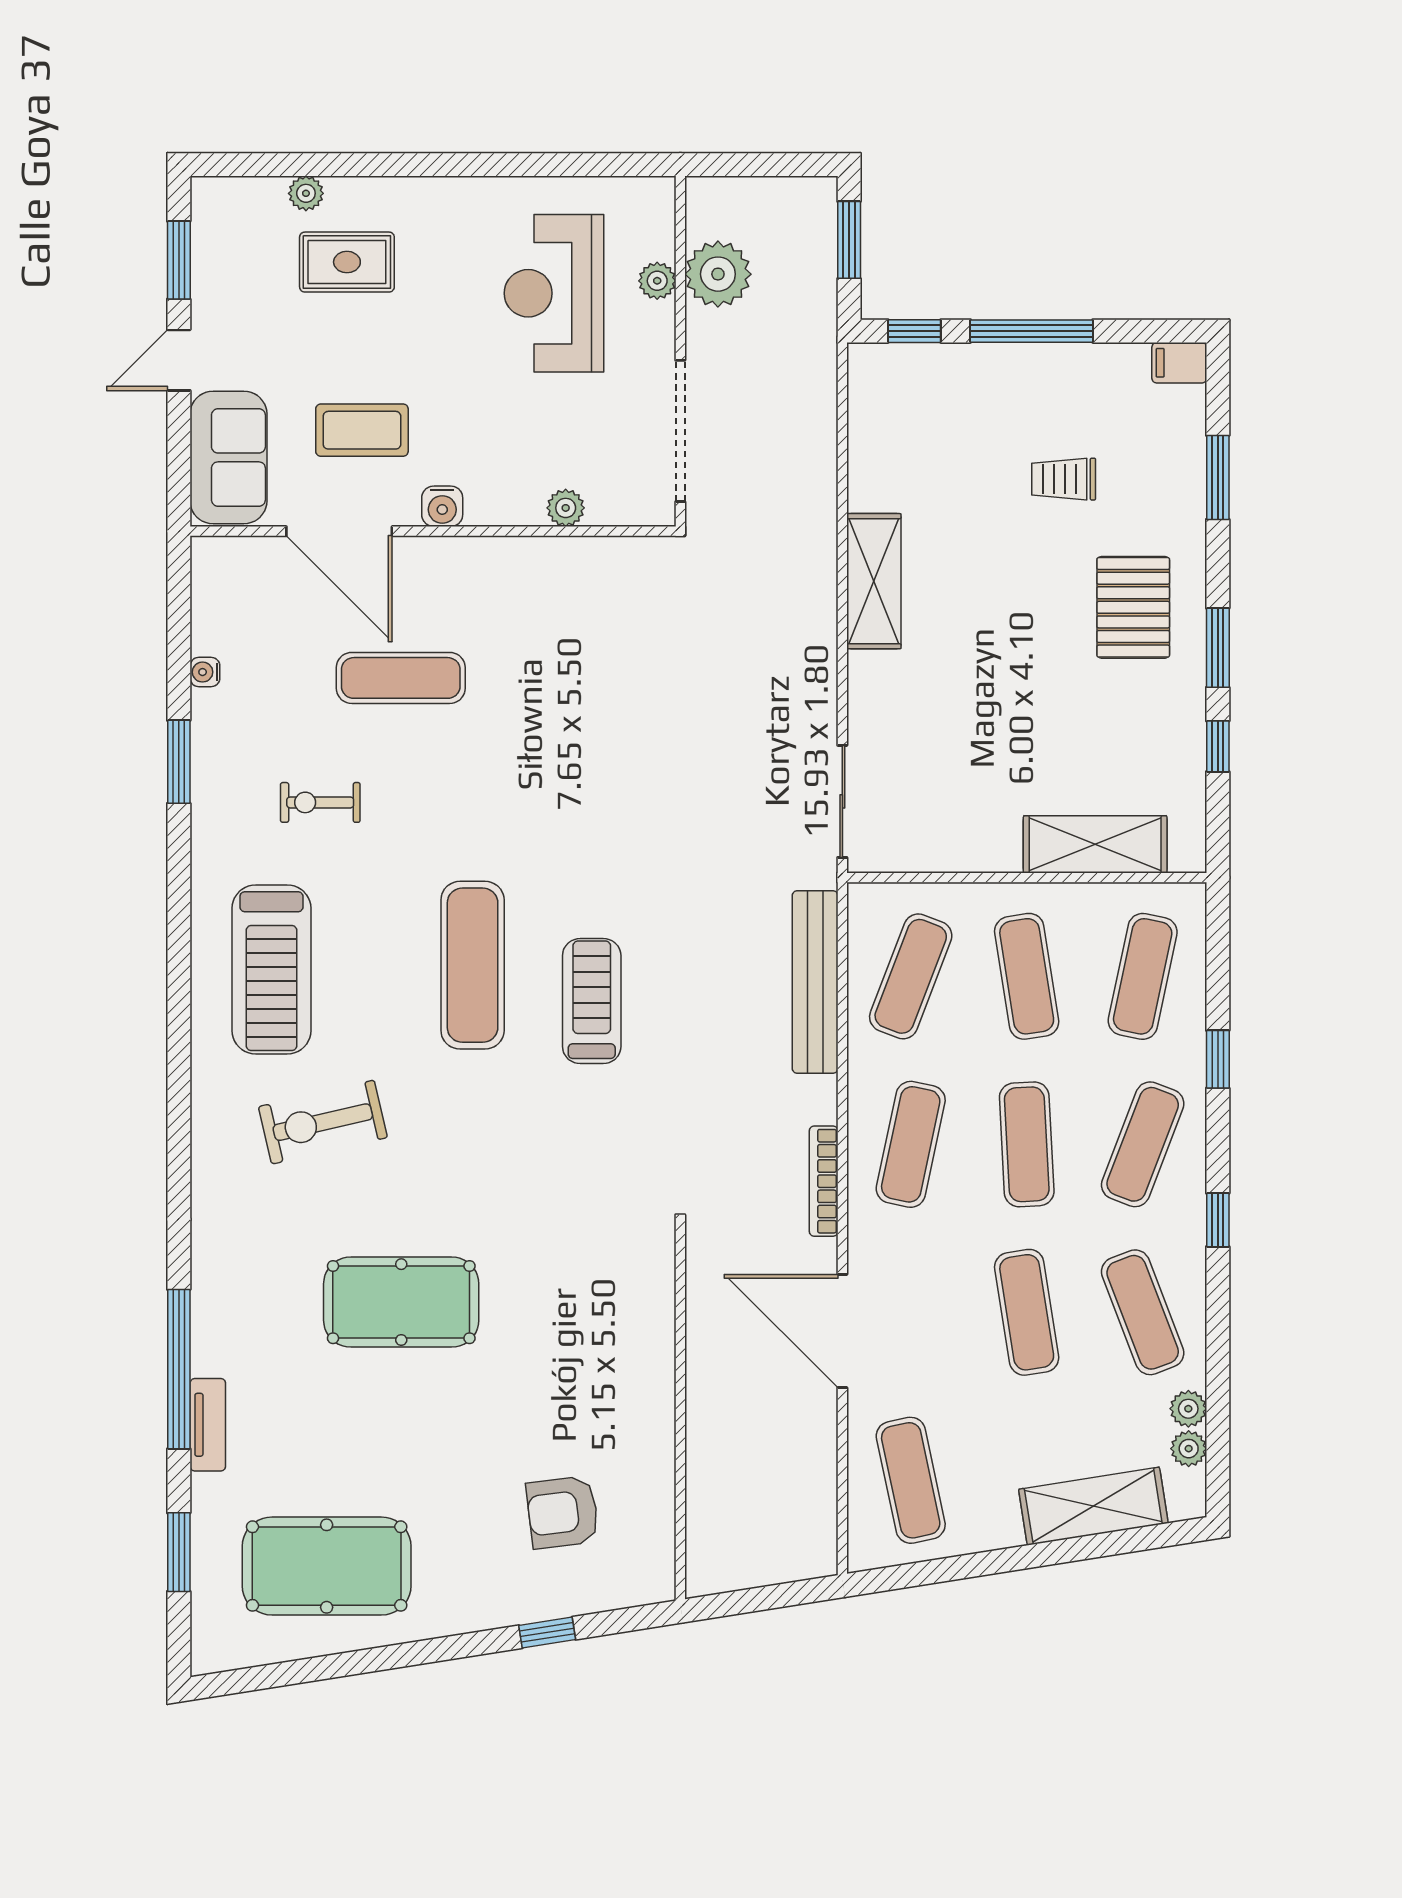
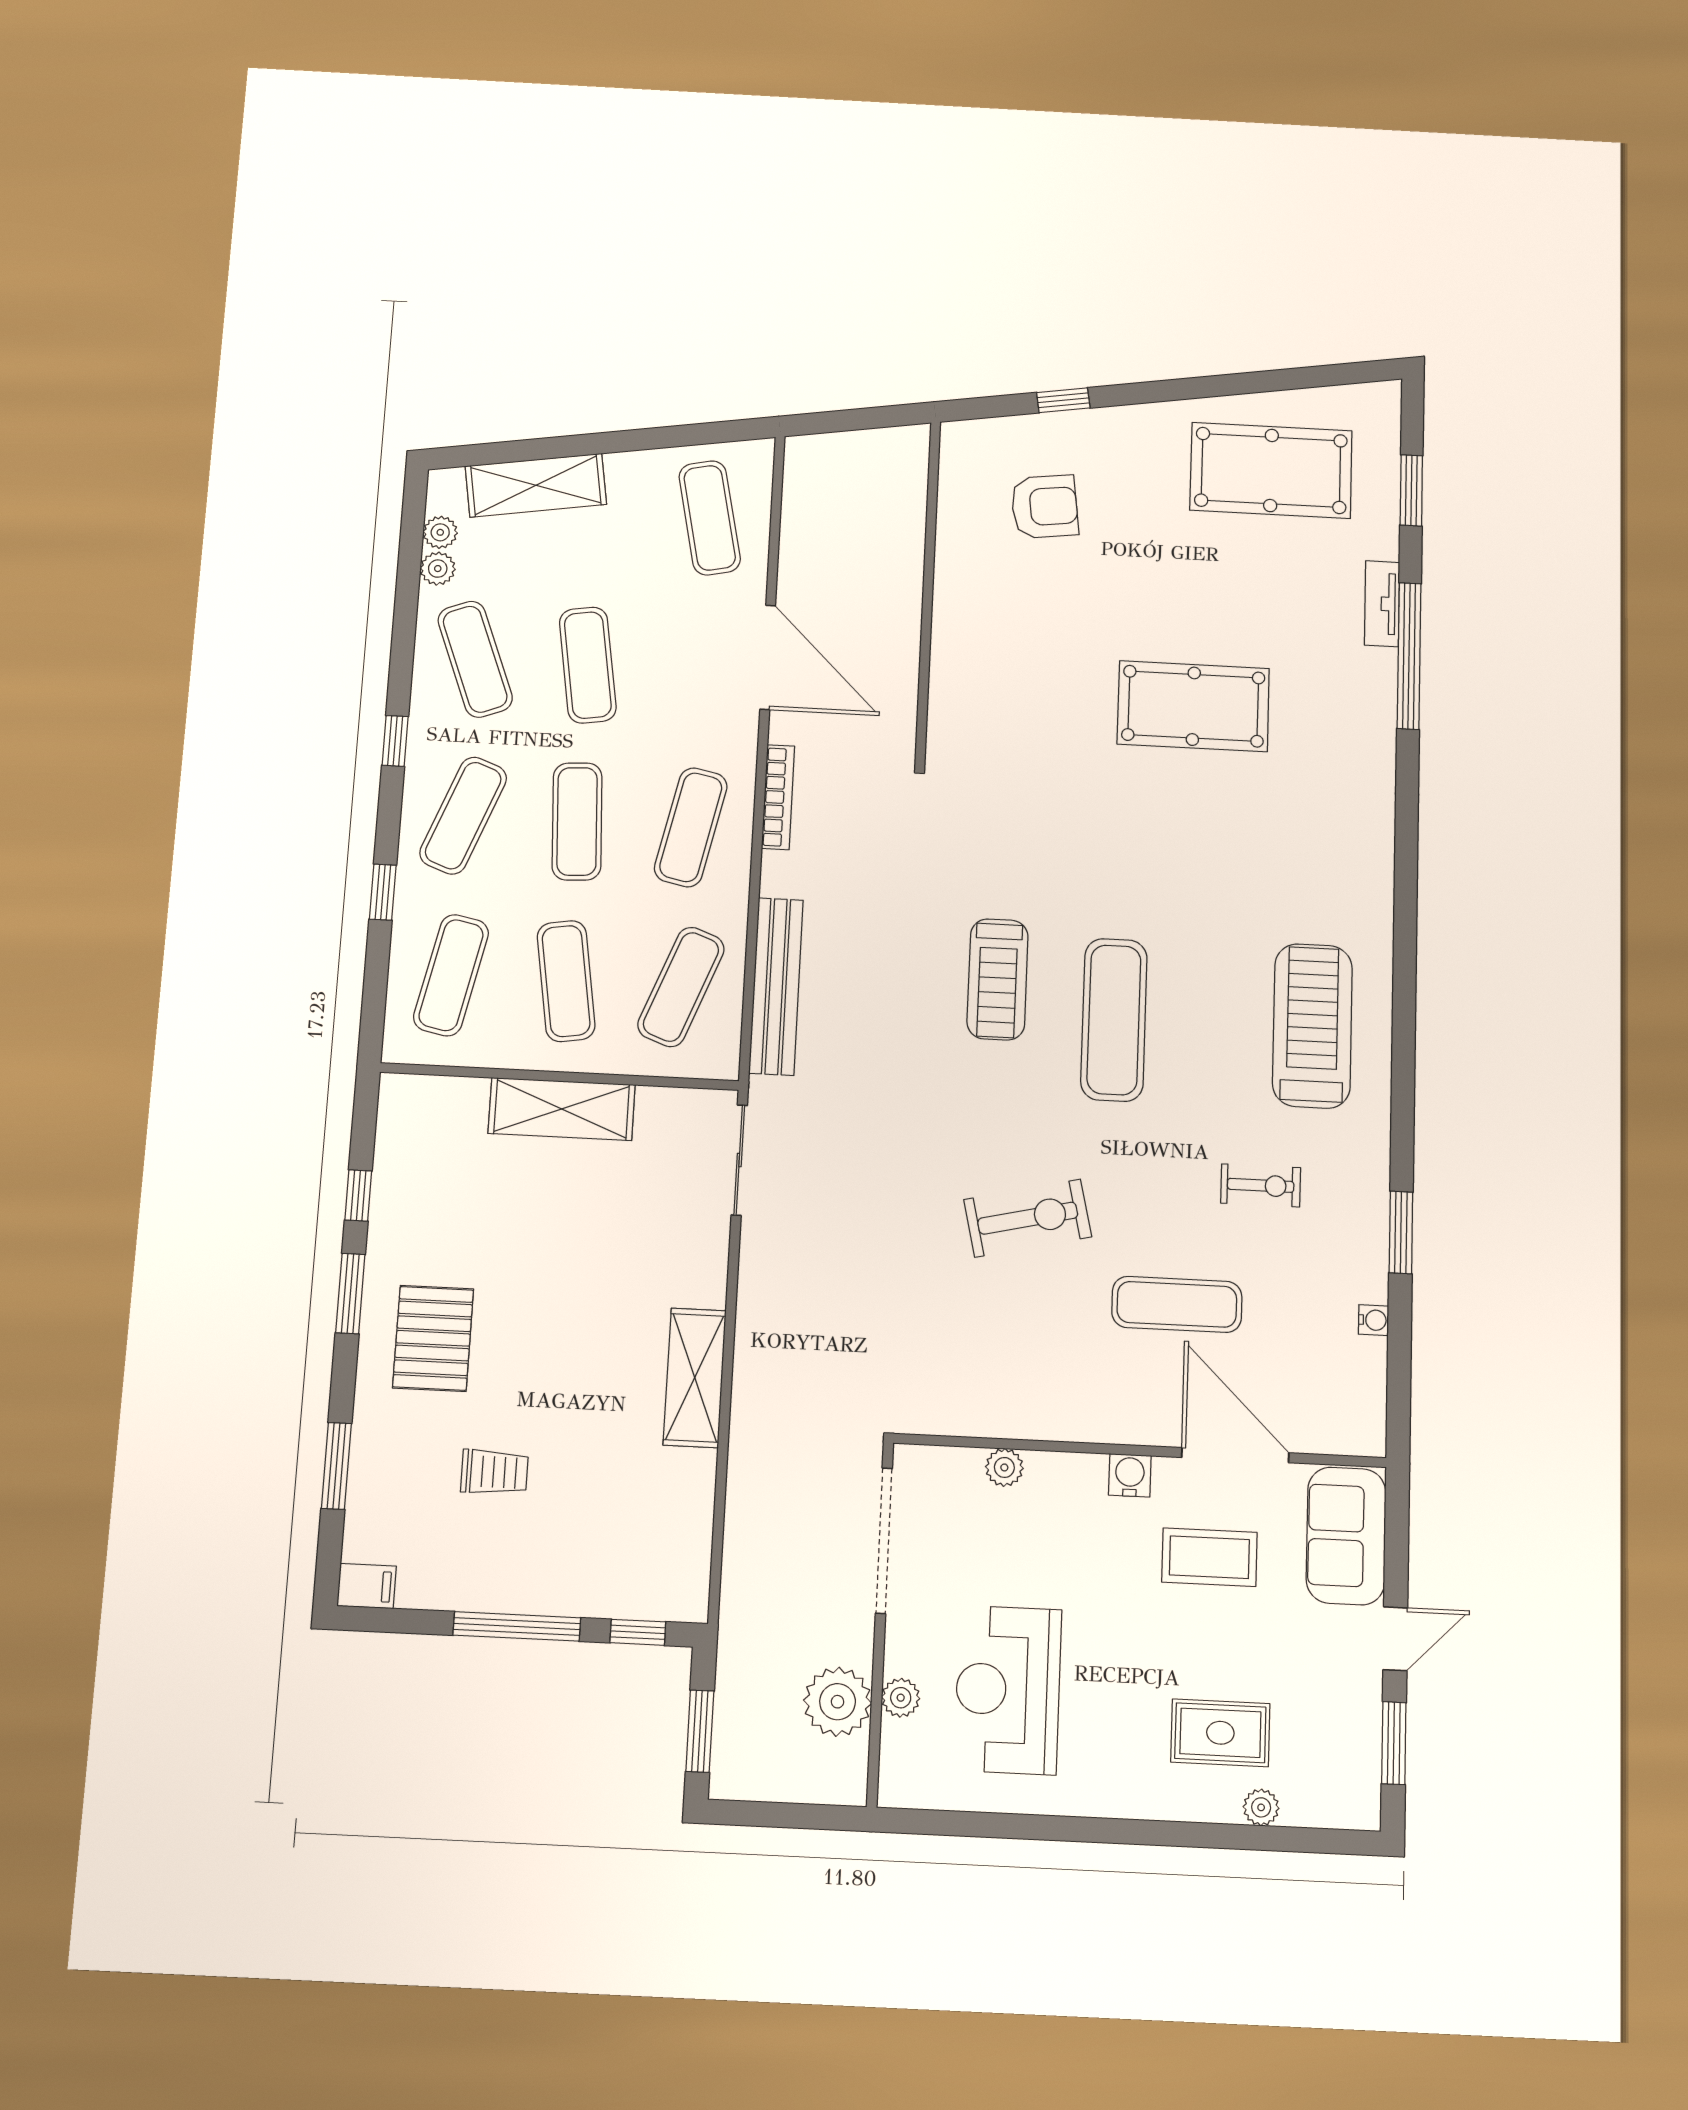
reception desk: (554, 293) -> (1008, 1690), turned 180
shelving: (1095, 844) -> (562, 1109), moved
exercise bike: (323, 1122) -> (1028, 1218), moved

